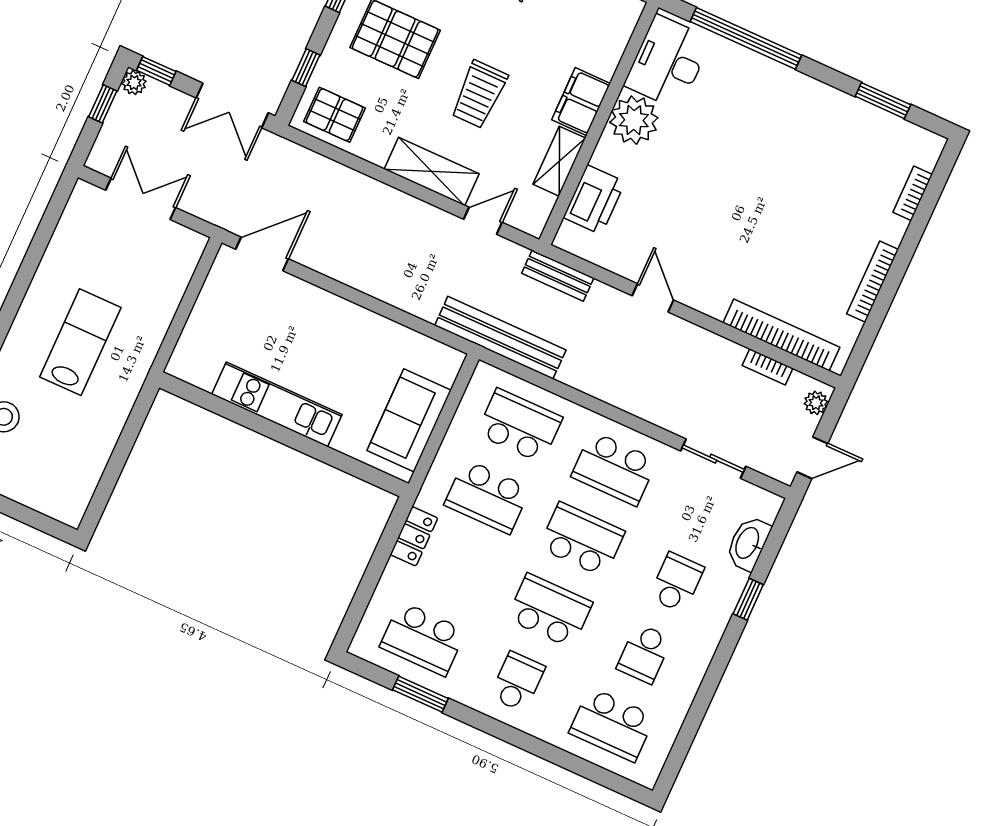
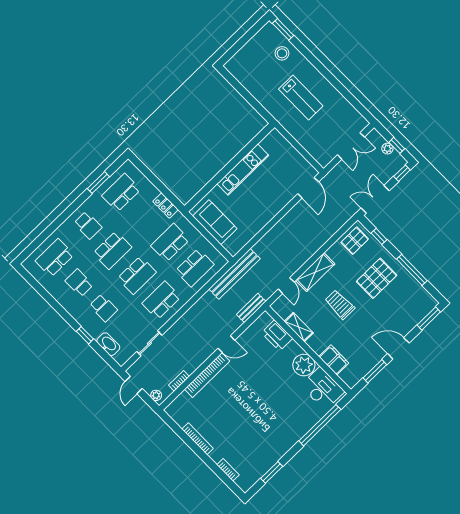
plant: (134, 83) -> (387, 149), moved
filing cabinet: (581, 102) -> (334, 360), moved
bookcase: (781, 335) -> (207, 375), moved

